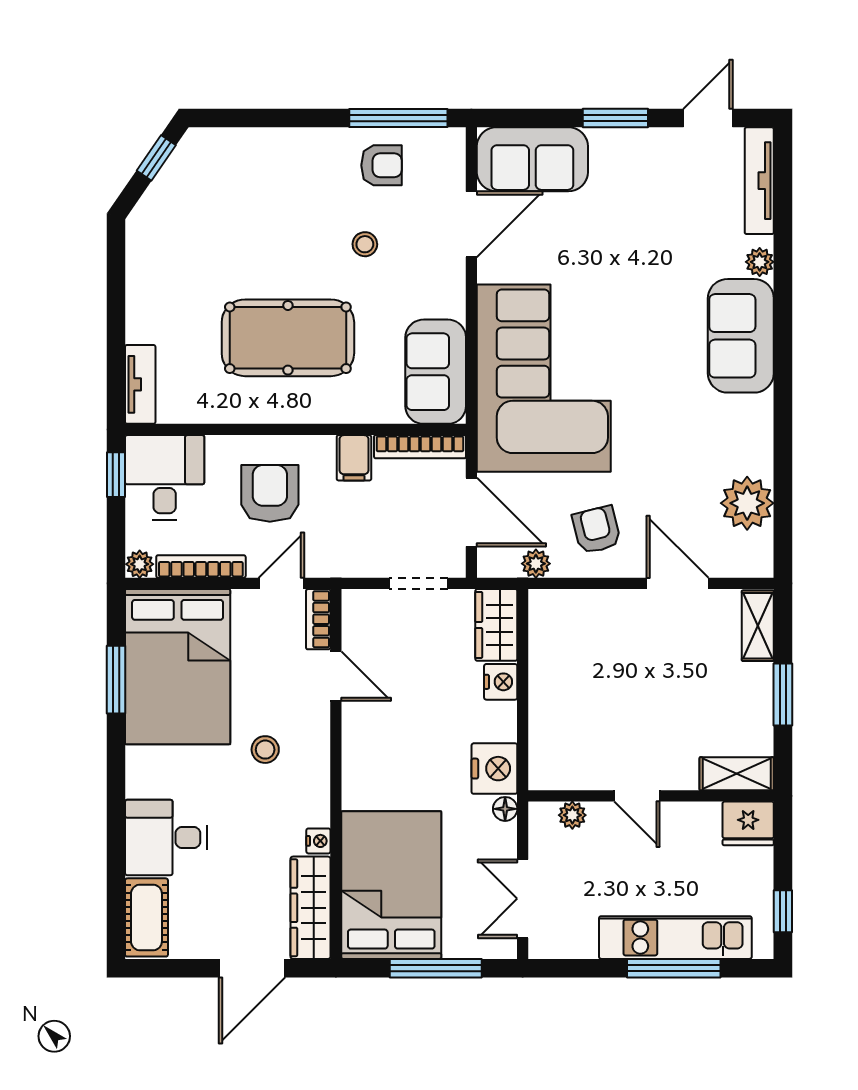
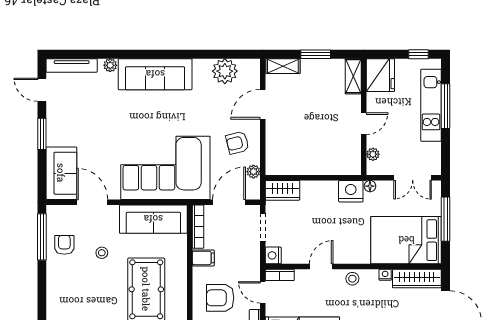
sofa: (741, 336) -> (155, 74), width x1.36
sofa: (436, 372) -> (153, 219), width x1.36
door: (336, 676) -> (321, 267), moved
nightstand: (501, 682) -> (273, 255), moved, turned -90
stool: (265, 750) -> (352, 279), moved
fridge: (748, 823) -> (380, 75), width x1.36, depth x1.34

